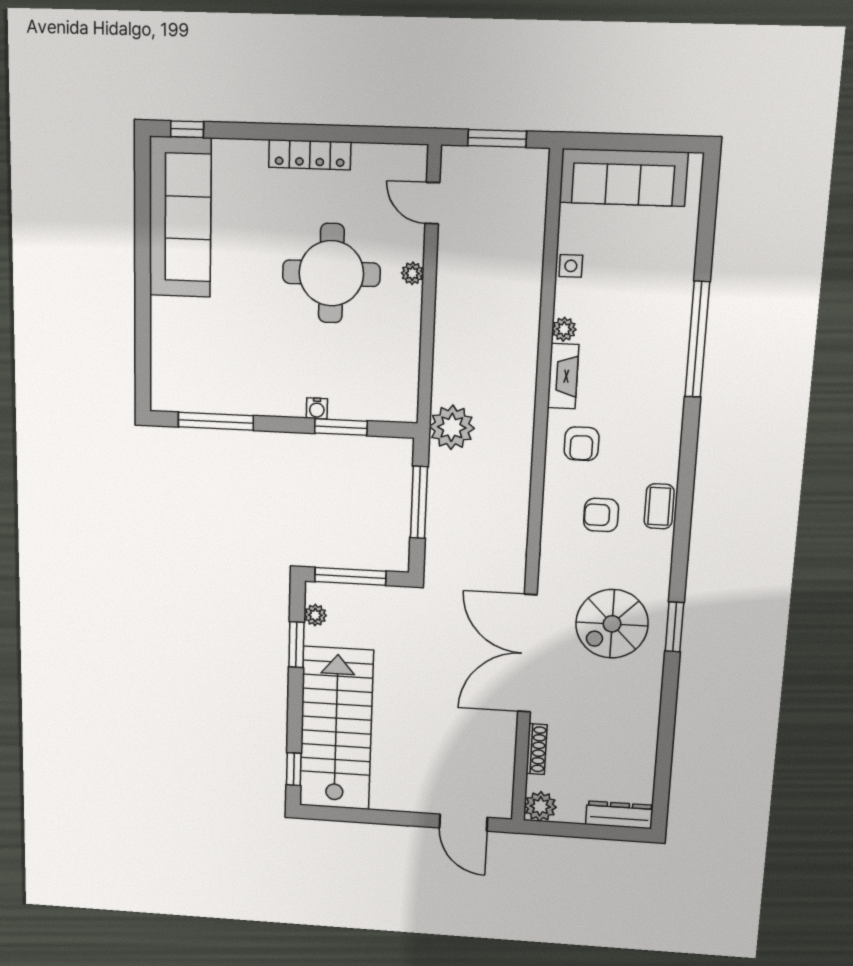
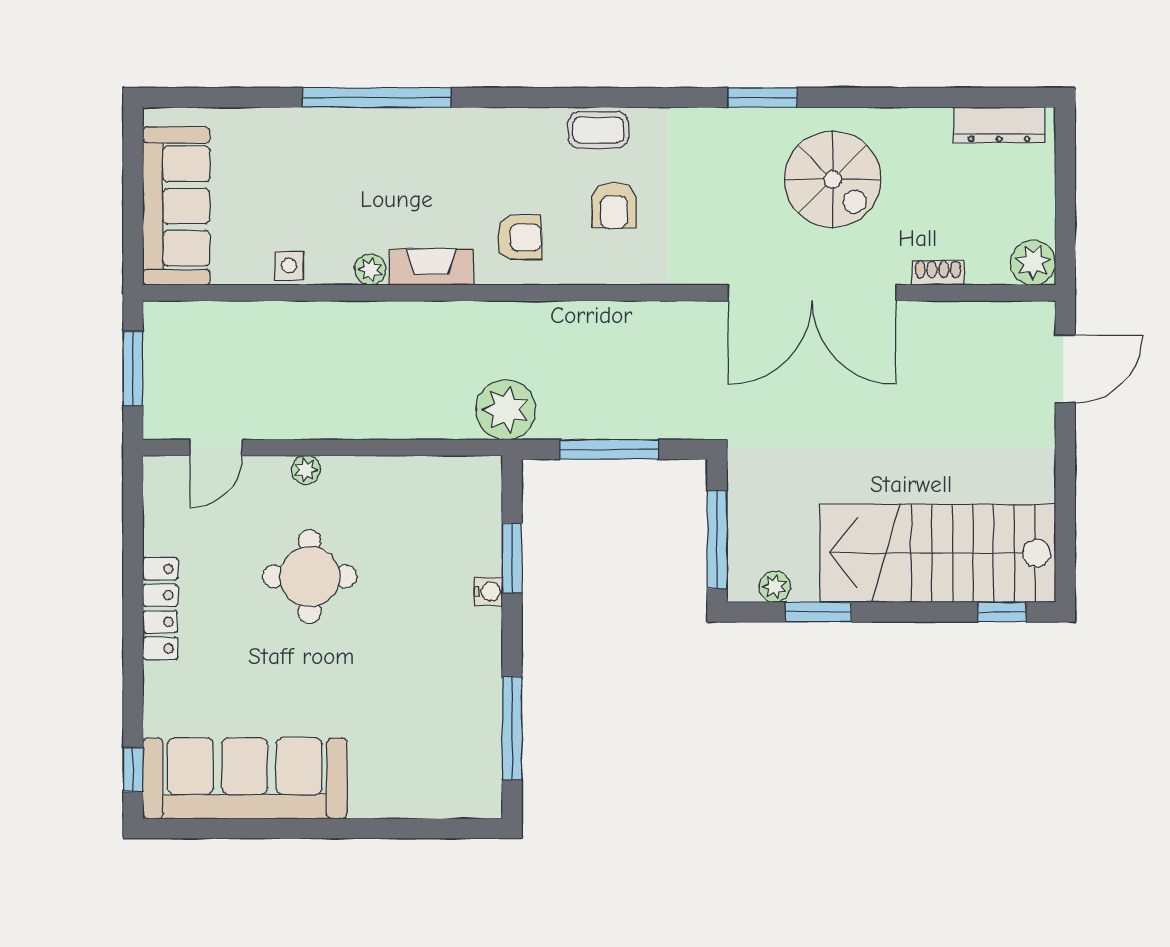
round table: (331, 273) -> (310, 576), width x0.73, depth x0.73
spiral stairs: (612, 624) -> (833, 179), moved
shoe rack: (537, 749) -> (938, 273), width x0.70
dresser: (619, 815) -> (999, 125), moved, turned -90

